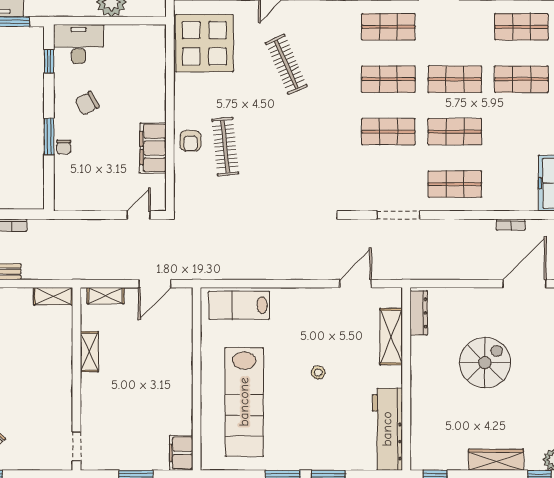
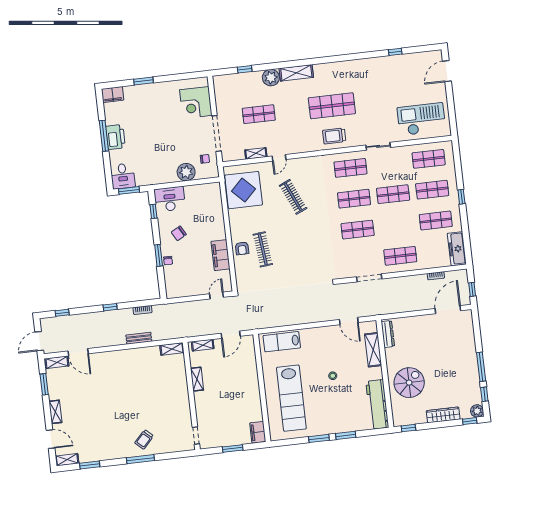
shop shelf: (455, 132) -> (436, 221), moved
door: (356, 284) -> (349, 321), swing flipped
spiral stairs: (485, 363) -> (409, 383), moved

